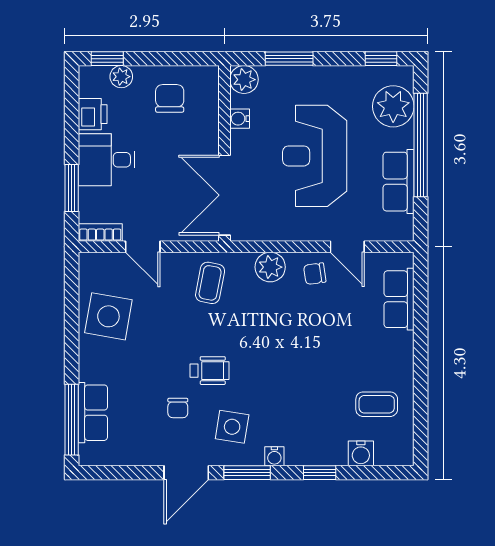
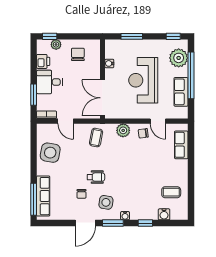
plant: (244, 80) -> (111, 46), removed
row of seats: (93, 413) -> (43, 196), width x1.48

